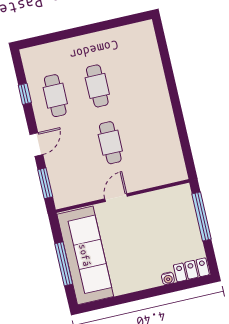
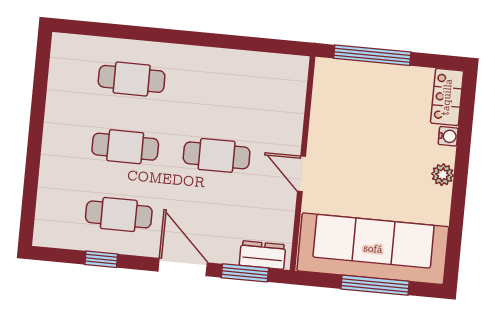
cafe table: (139, 76) -> (132, 79), added
door: (36, 145) -> (183, 267), width x1.38
dresser: (59, 190) -> (262, 255), added
plant: (144, 283) -> (443, 175), added

